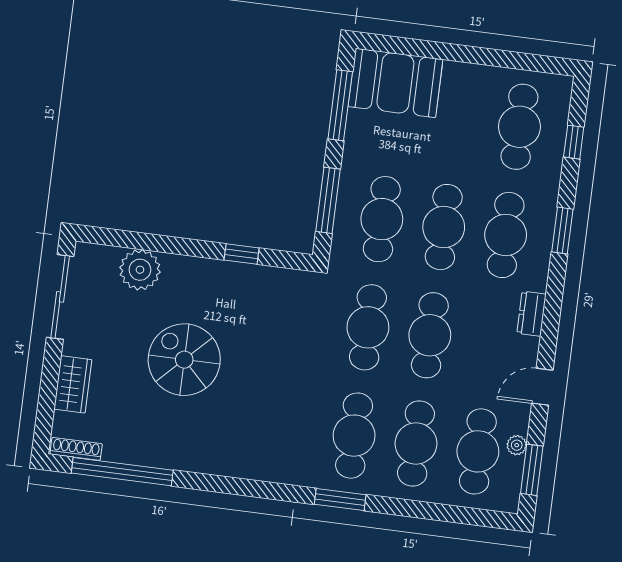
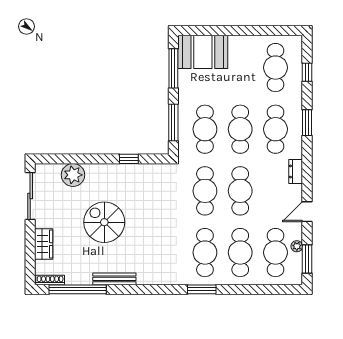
bench: (189, 461) -> (114, 279), added

